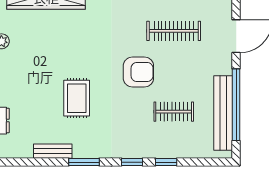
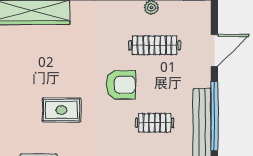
rug: (77, 98) -> (61, 110), turned 90

